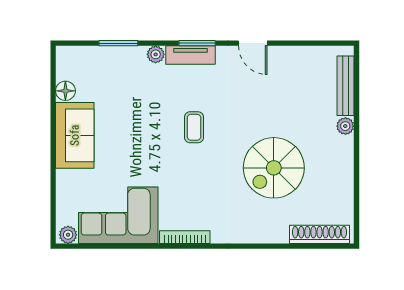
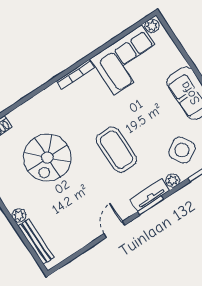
door: (253, 43) -> (114, 229), hinge flipped
side table: (124, 80) -> (182, 150), added
coffee table: (194, 127) -> (116, 150), width x1.86, depth x1.72
spiral stairs: (274, 168) -> (47, 158), turned 180

